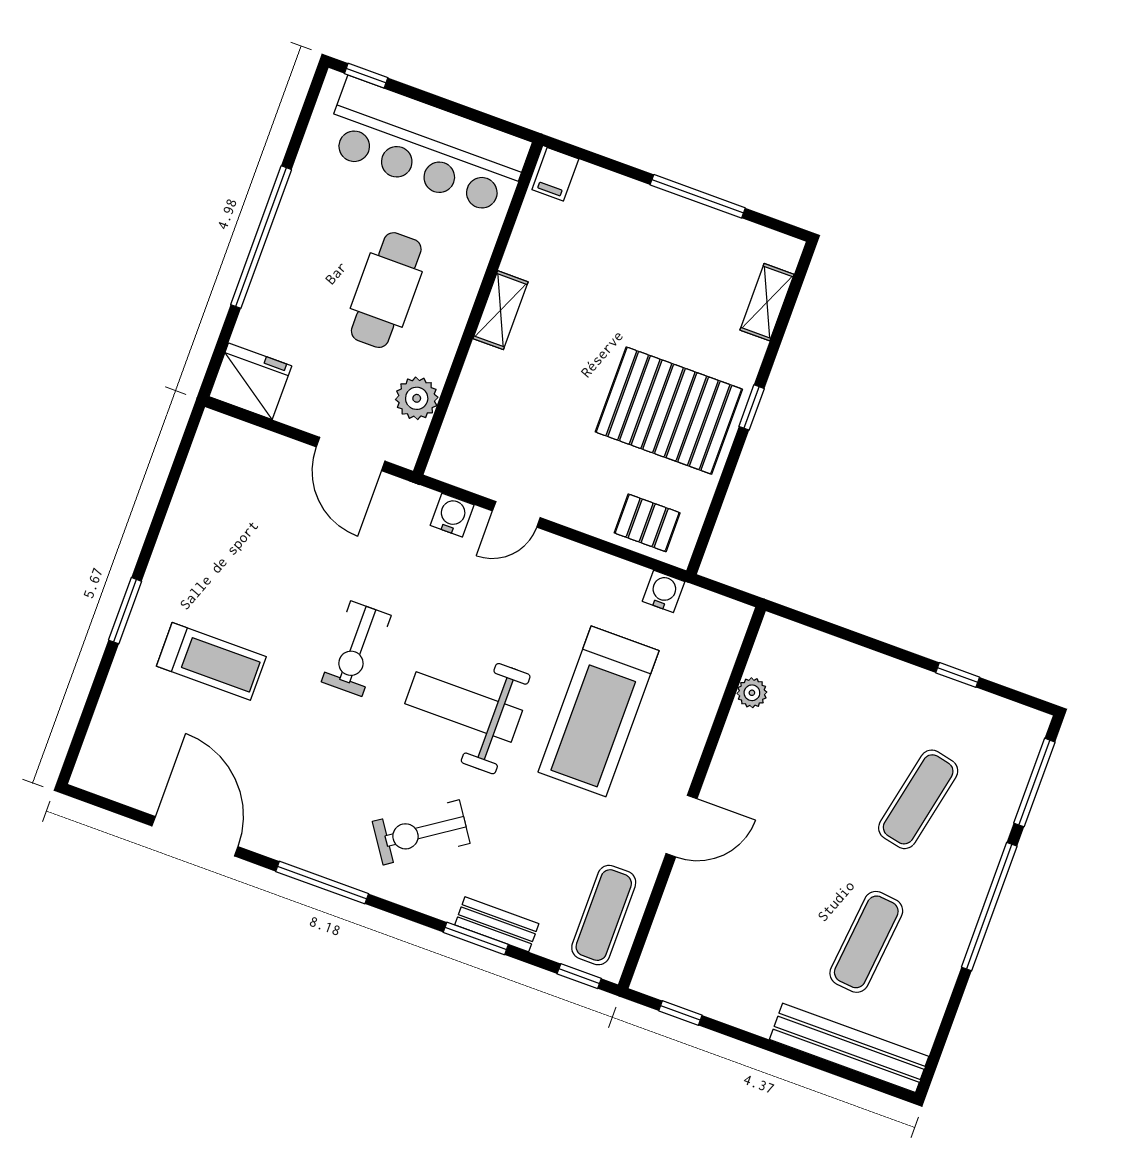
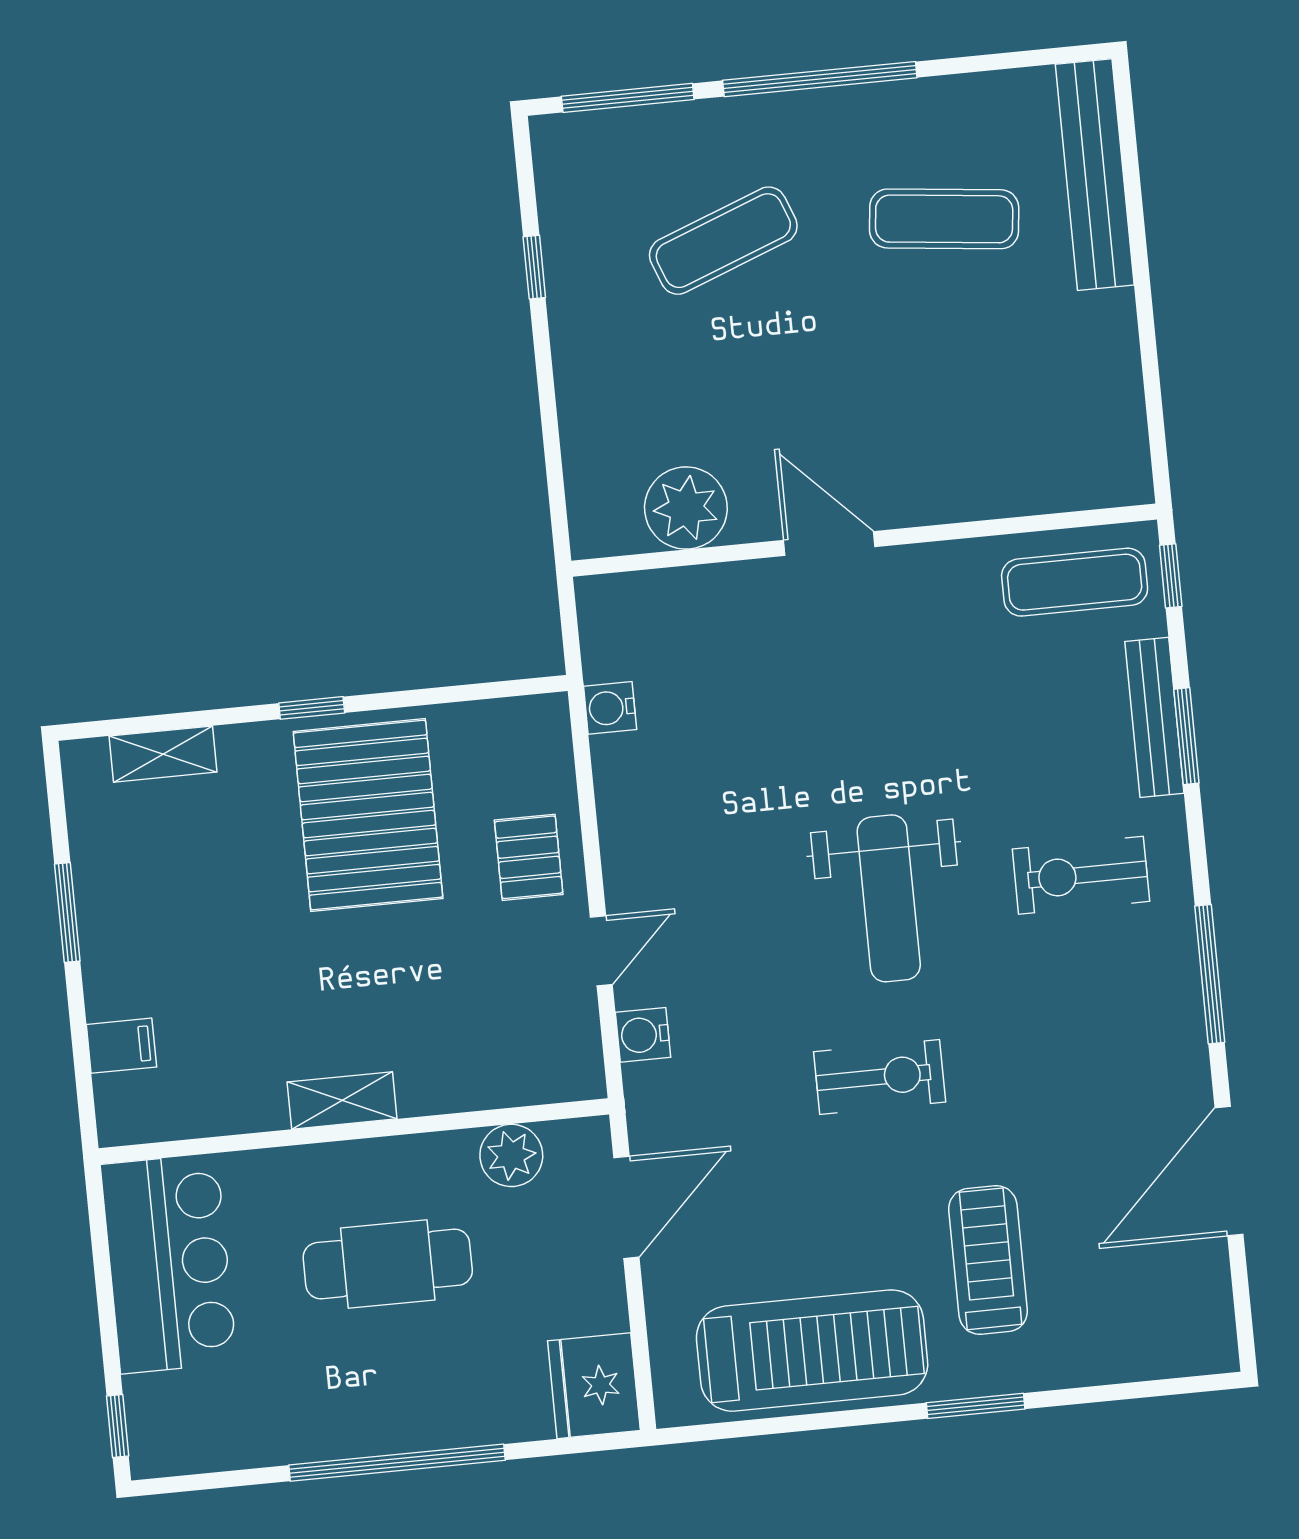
bar counter: (427, 146) -> (169, 1264), width x0.73
filing cabinet: (555, 174) -> (121, 1046), moved
window: (698, 196) -> (67, 912), width x0.69
door: (516, 514) -> (601, 951), hinge flipped
pallet: (647, 523) -> (529, 857), moved
plant: (752, 693) -> (686, 508), width x1.88, depth x1.88
treadmill: (599, 711) -> (812, 1351), moved
exercise mat: (918, 799) -> (723, 241), turned -33
door: (682, 826) -> (829, 544), moved
exercise bike: (421, 832) -> (1081, 875), turned 124
bench: (497, 924) -> (1154, 717), width x1.36
window: (680, 1013) -> (1155, 419), removed

